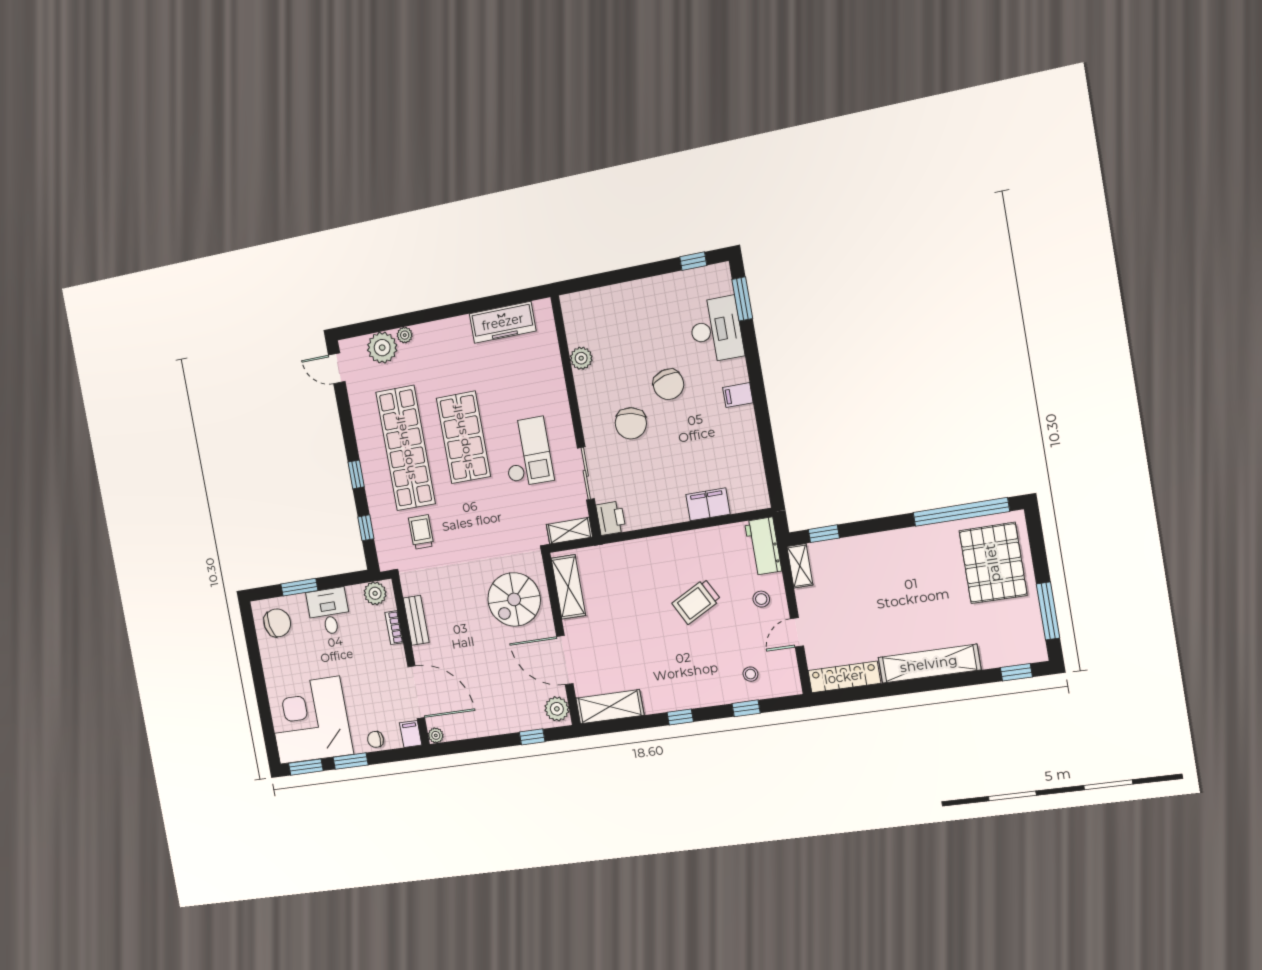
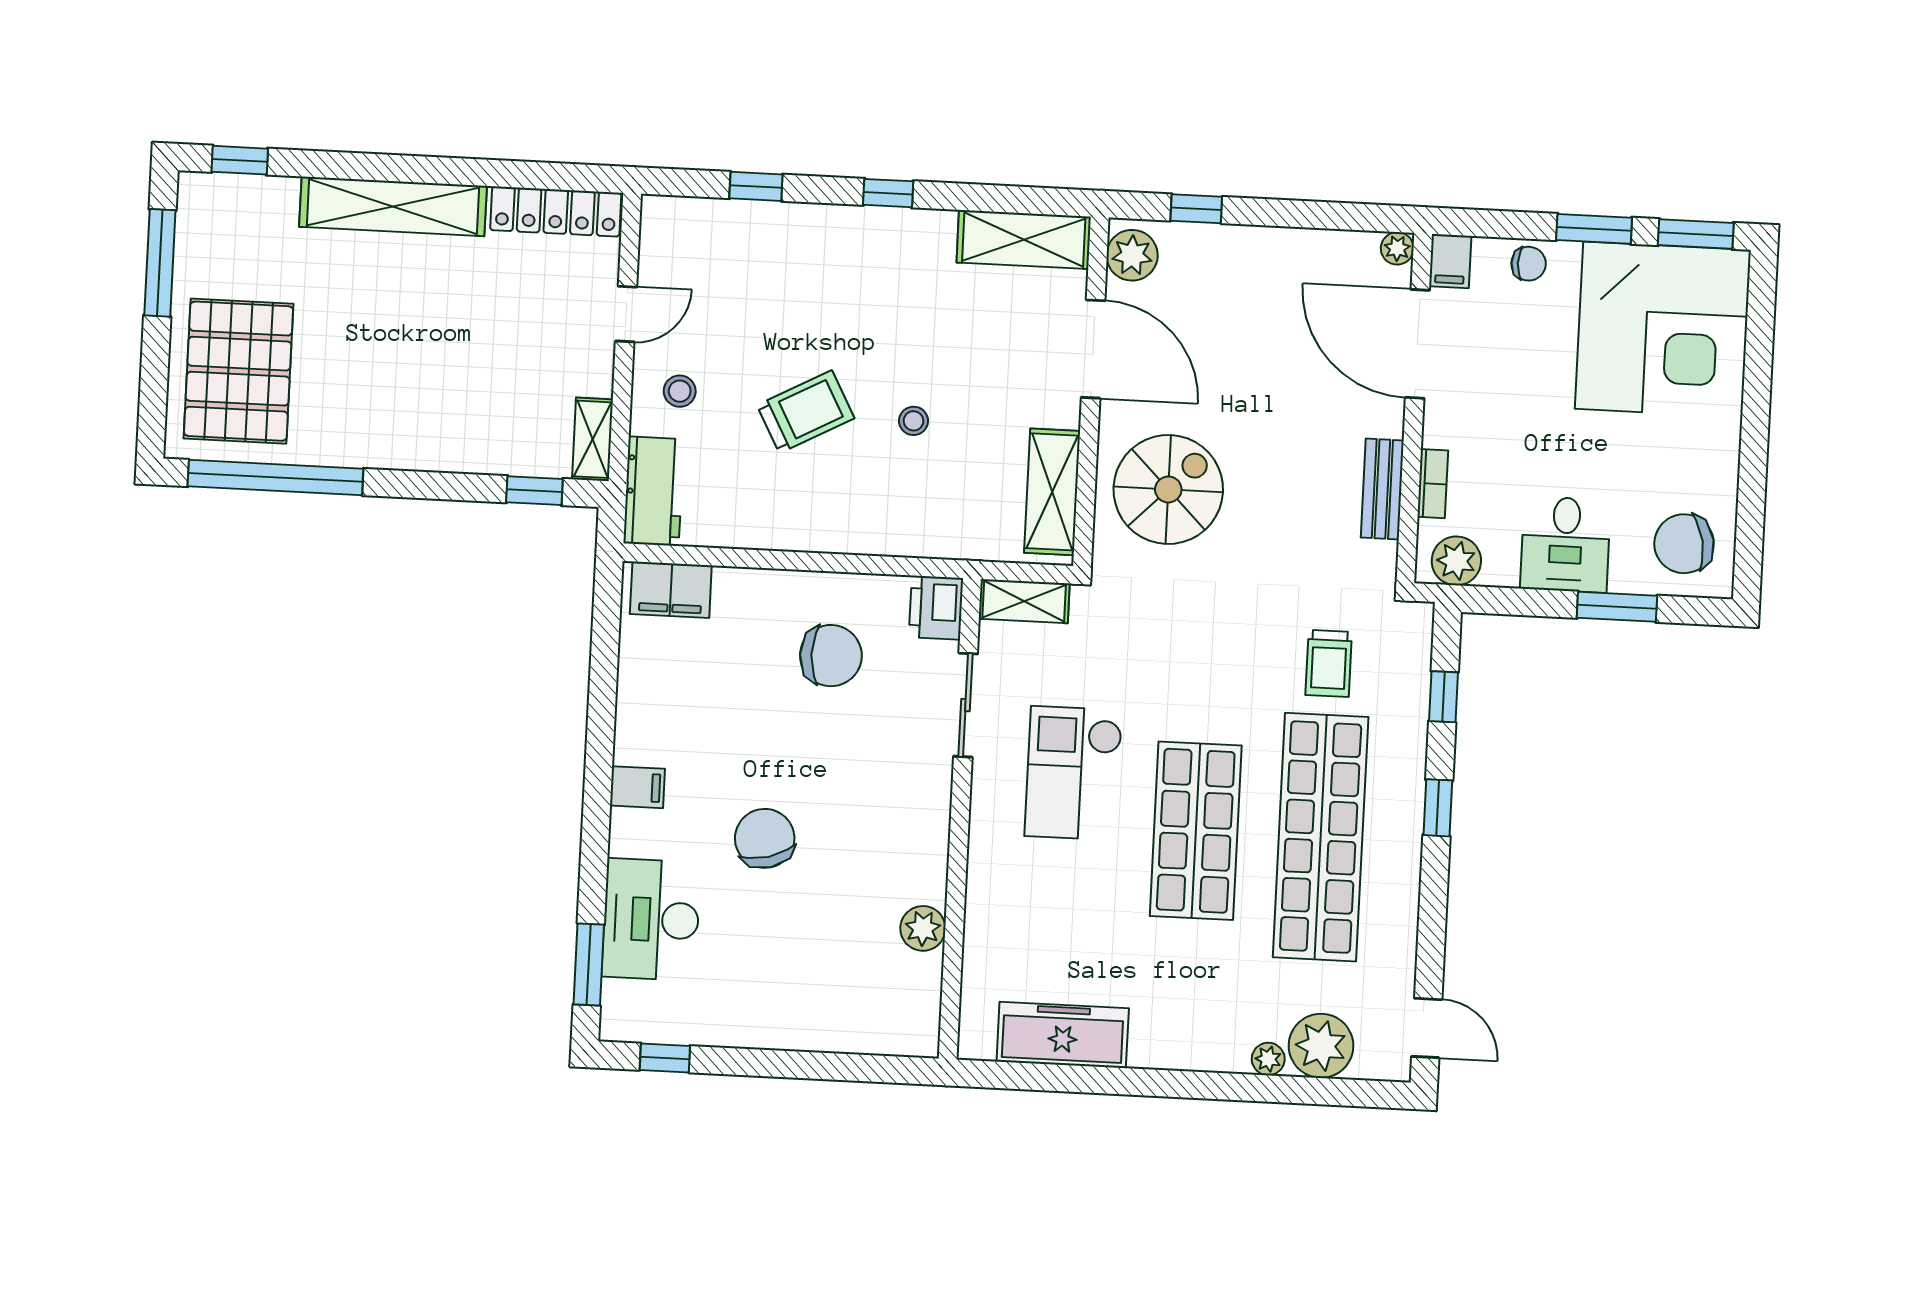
chair: (631, 423) -> (831, 656), moved, turned 78
filing cabinet: (708, 504) -> (671, 590), moved
stool: (750, 674) -> (914, 421), moved

